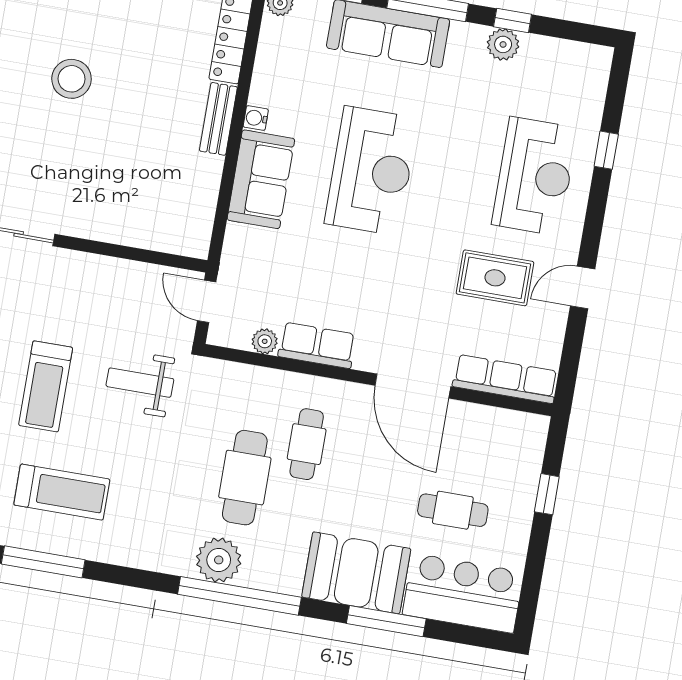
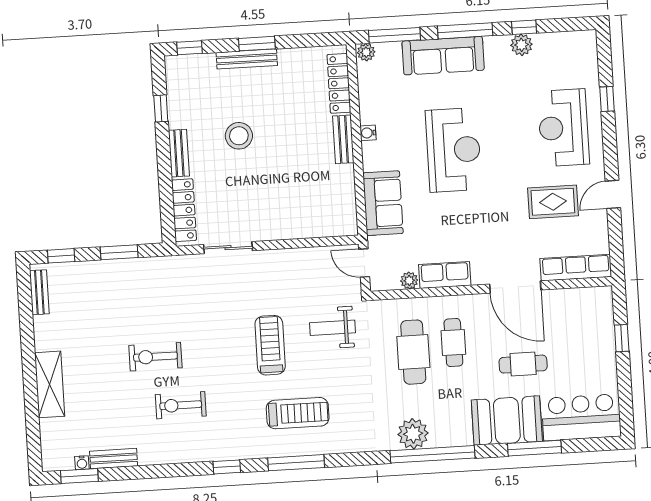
reception desk: (535, 176) -> (563, 128), turned 180
sofa: (261, 179) -> (383, 203), moved
treadmill: (46, 386) -> (270, 345), turned 180
cafe table: (245, 478) -> (413, 352), moved
cafe table: (453, 510) -> (523, 364), moved

